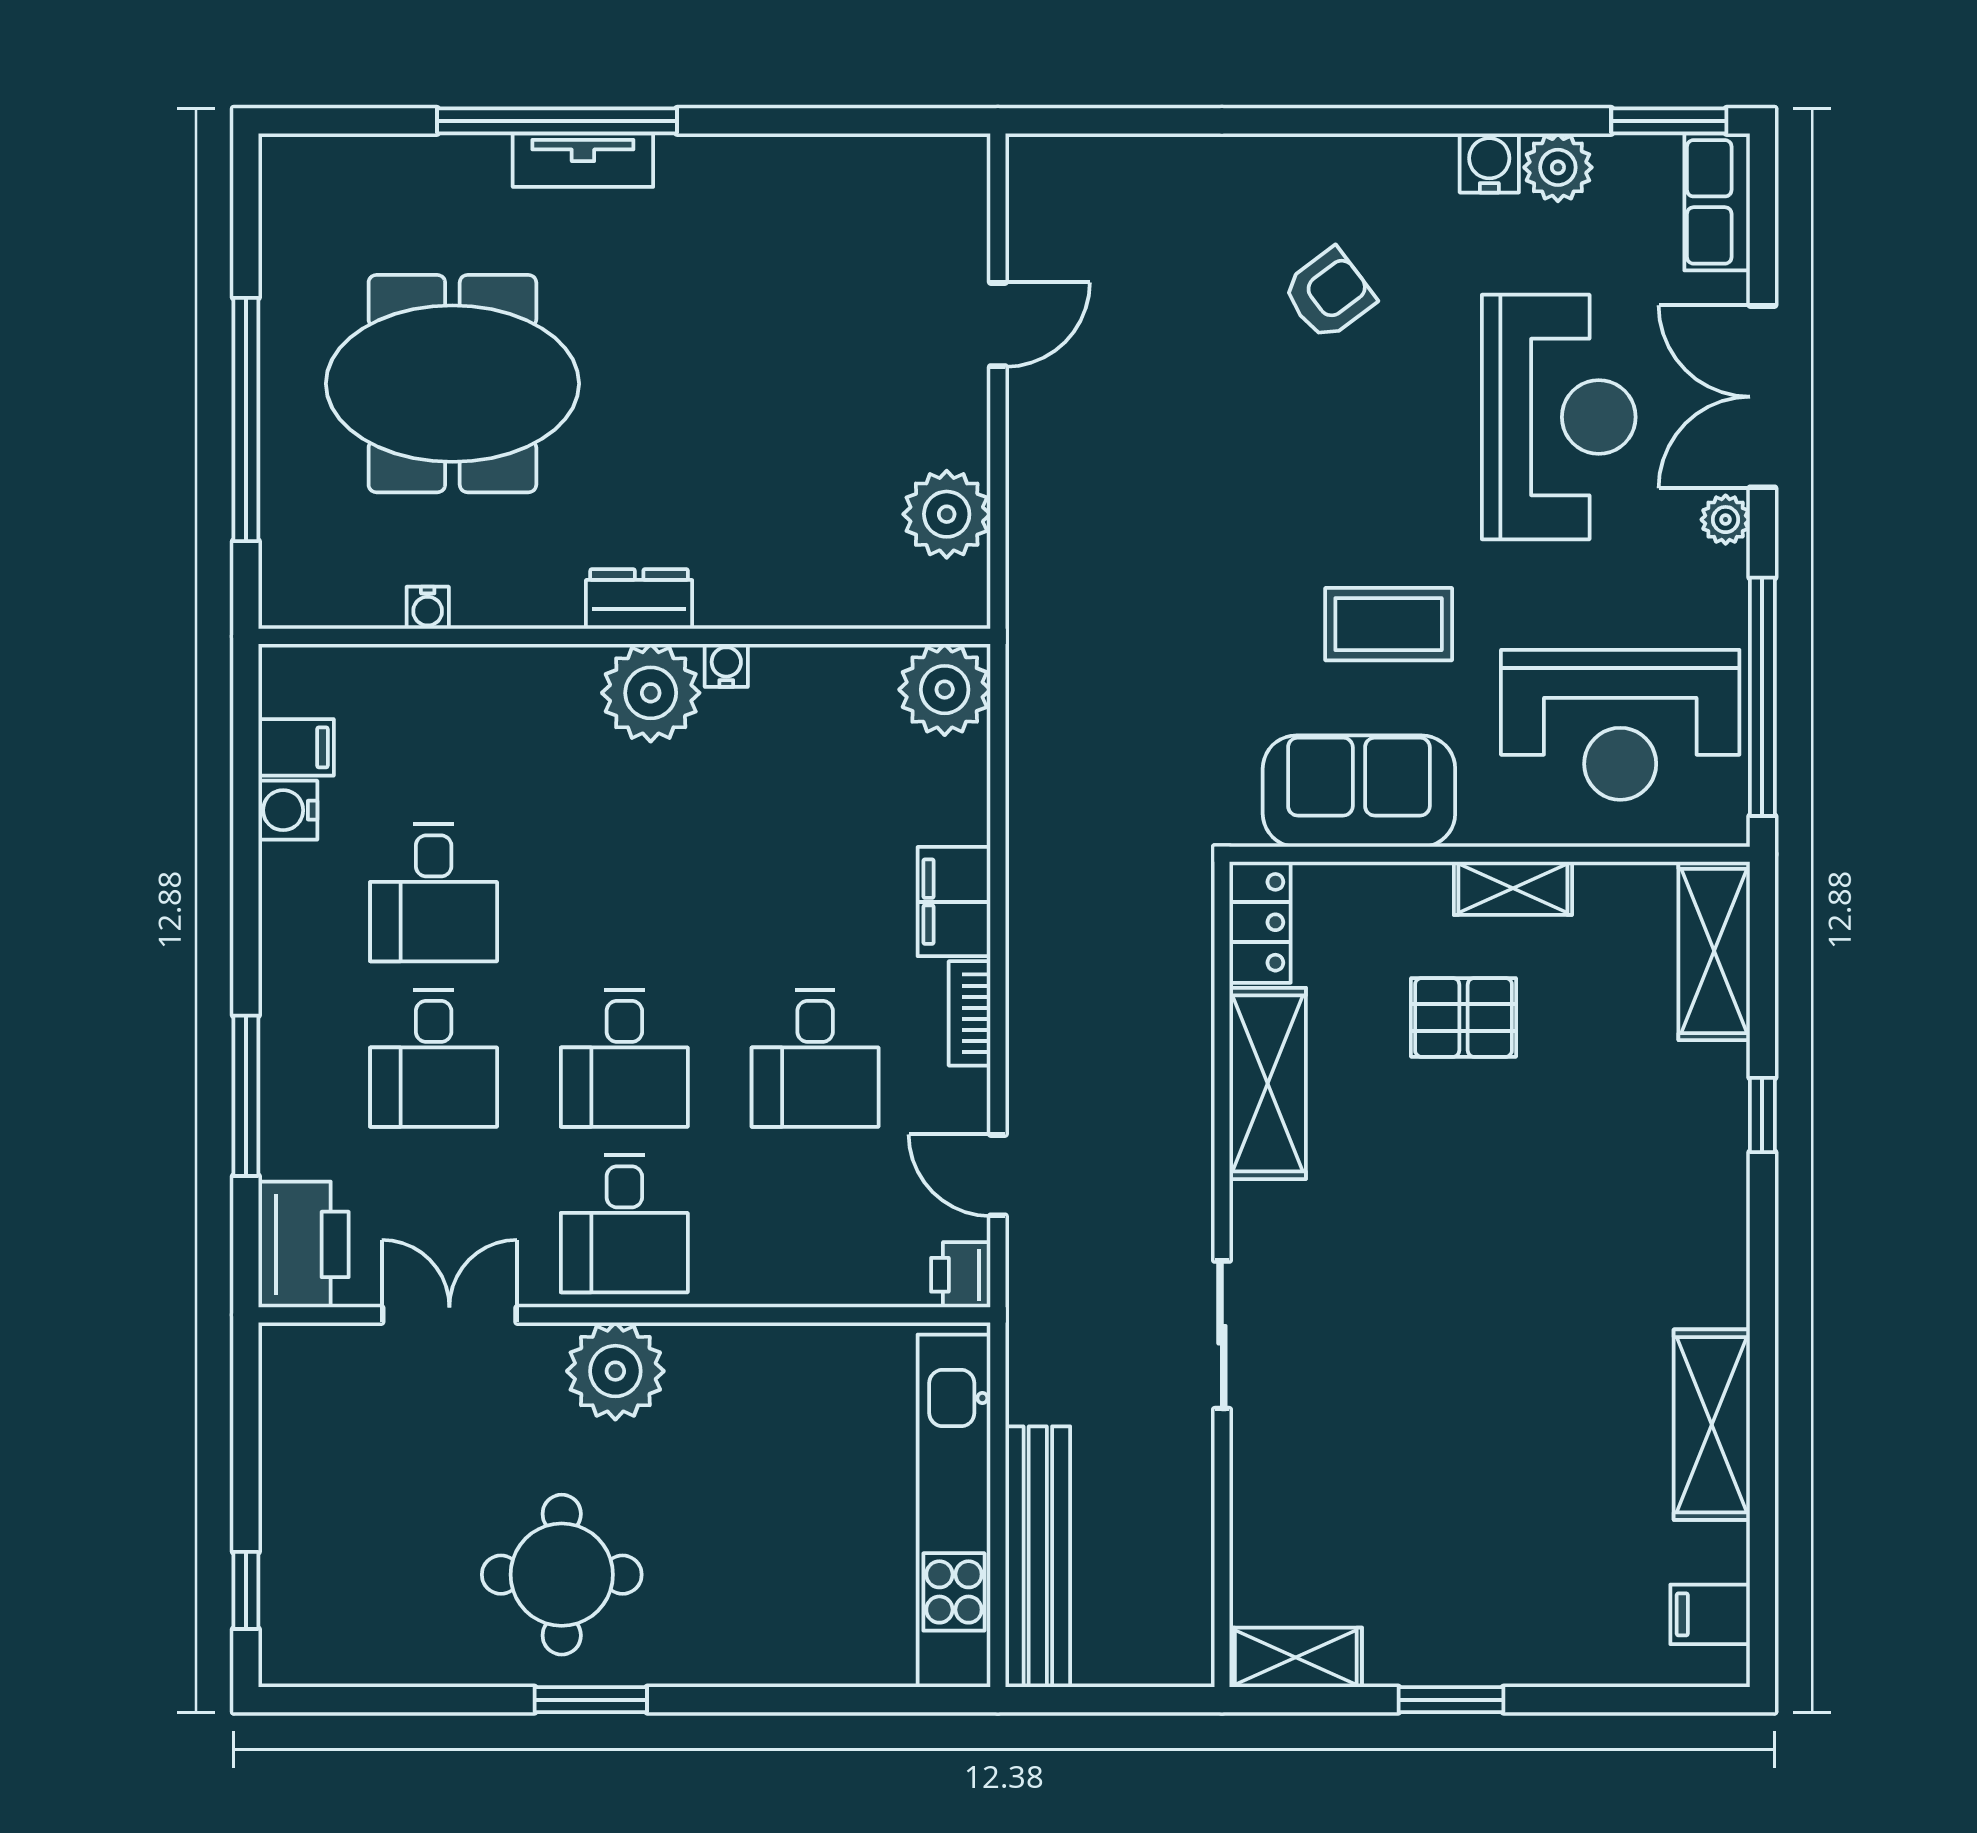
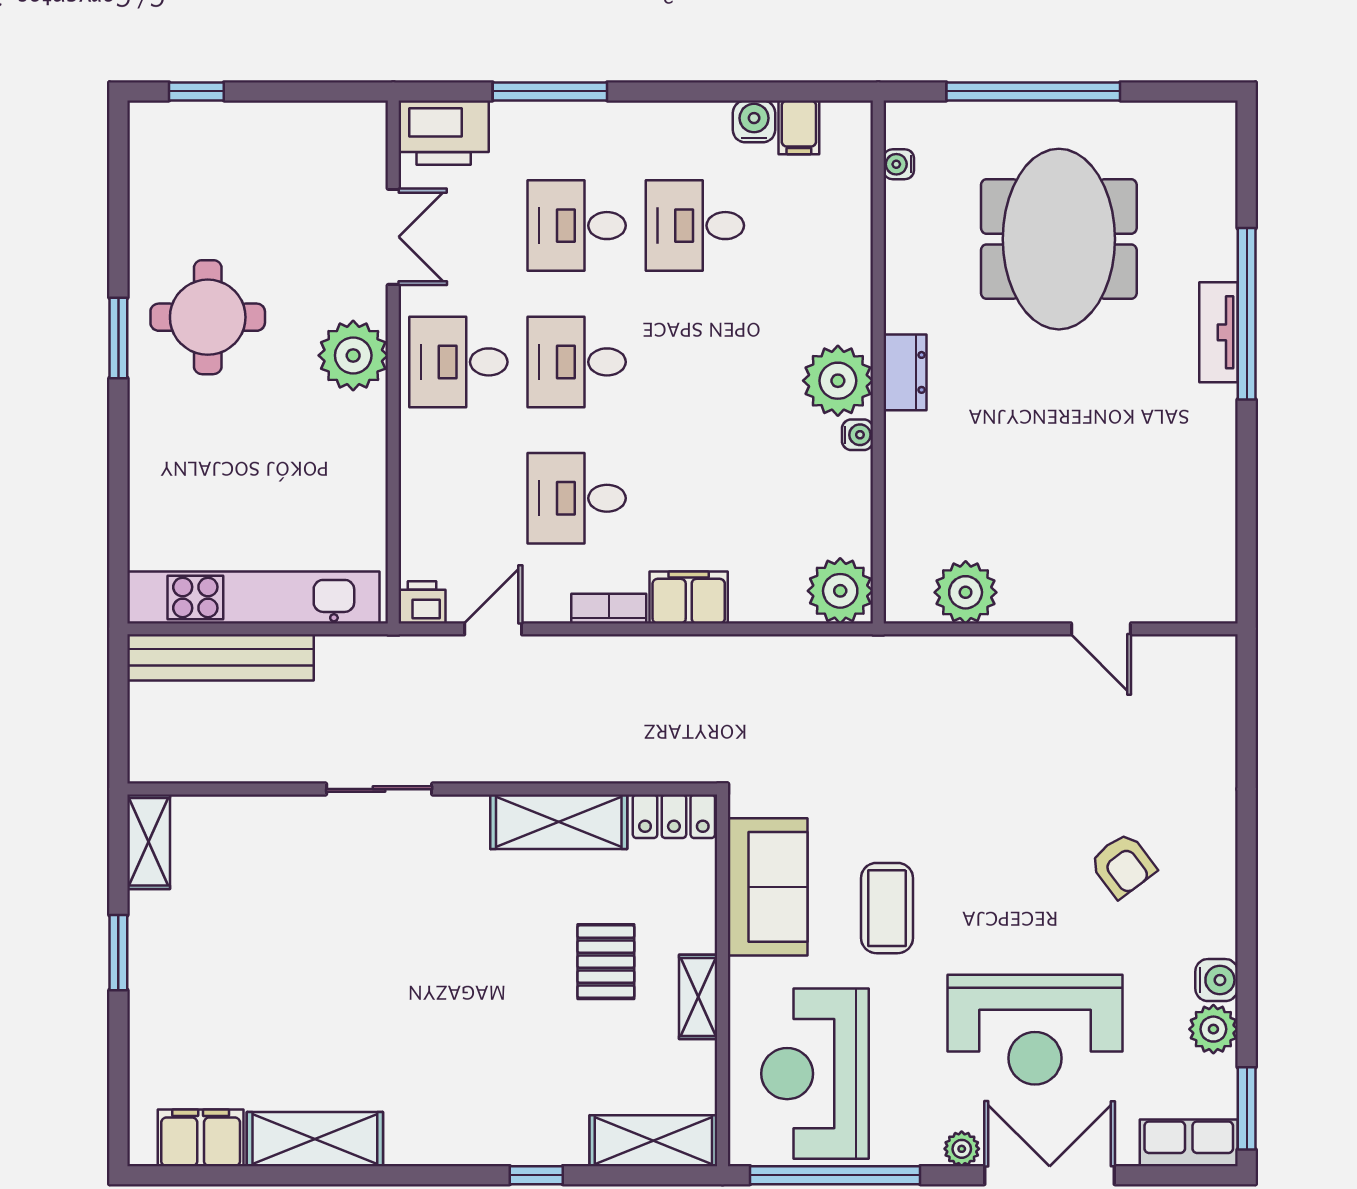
water cooler: (428, 608) -> (899, 164), moved
filing cabinet: (1710, 1614) -> (201, 1138), width x2.00

